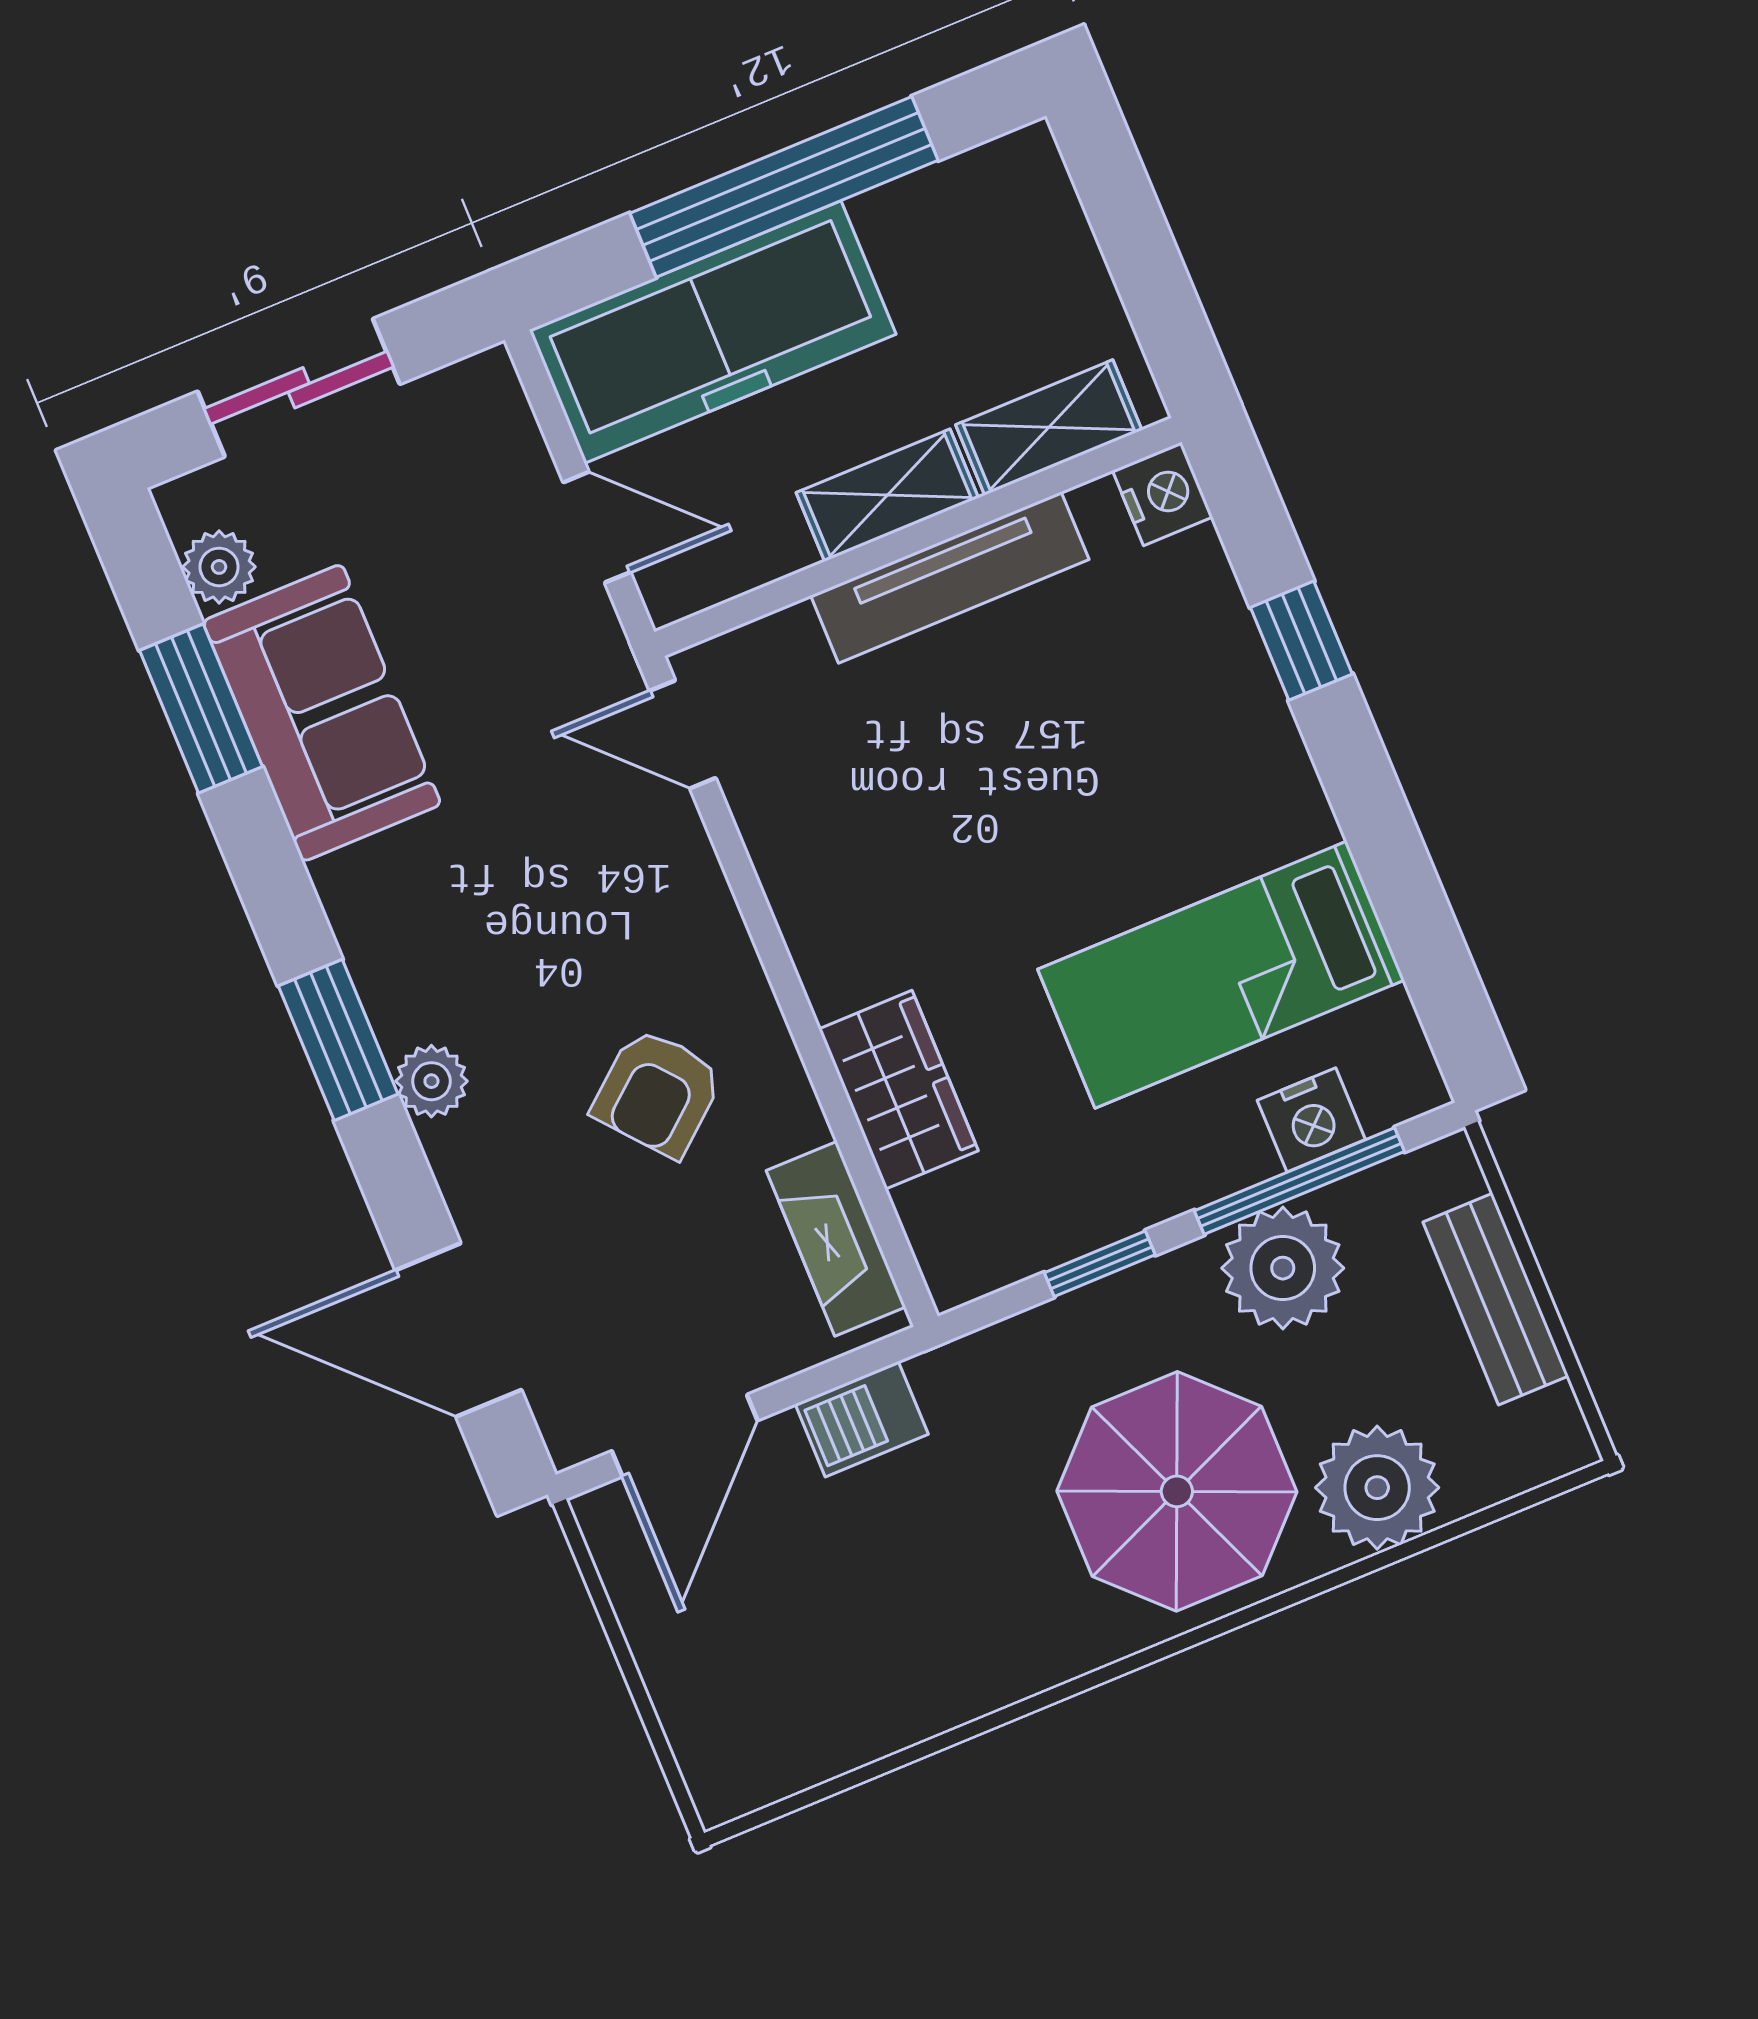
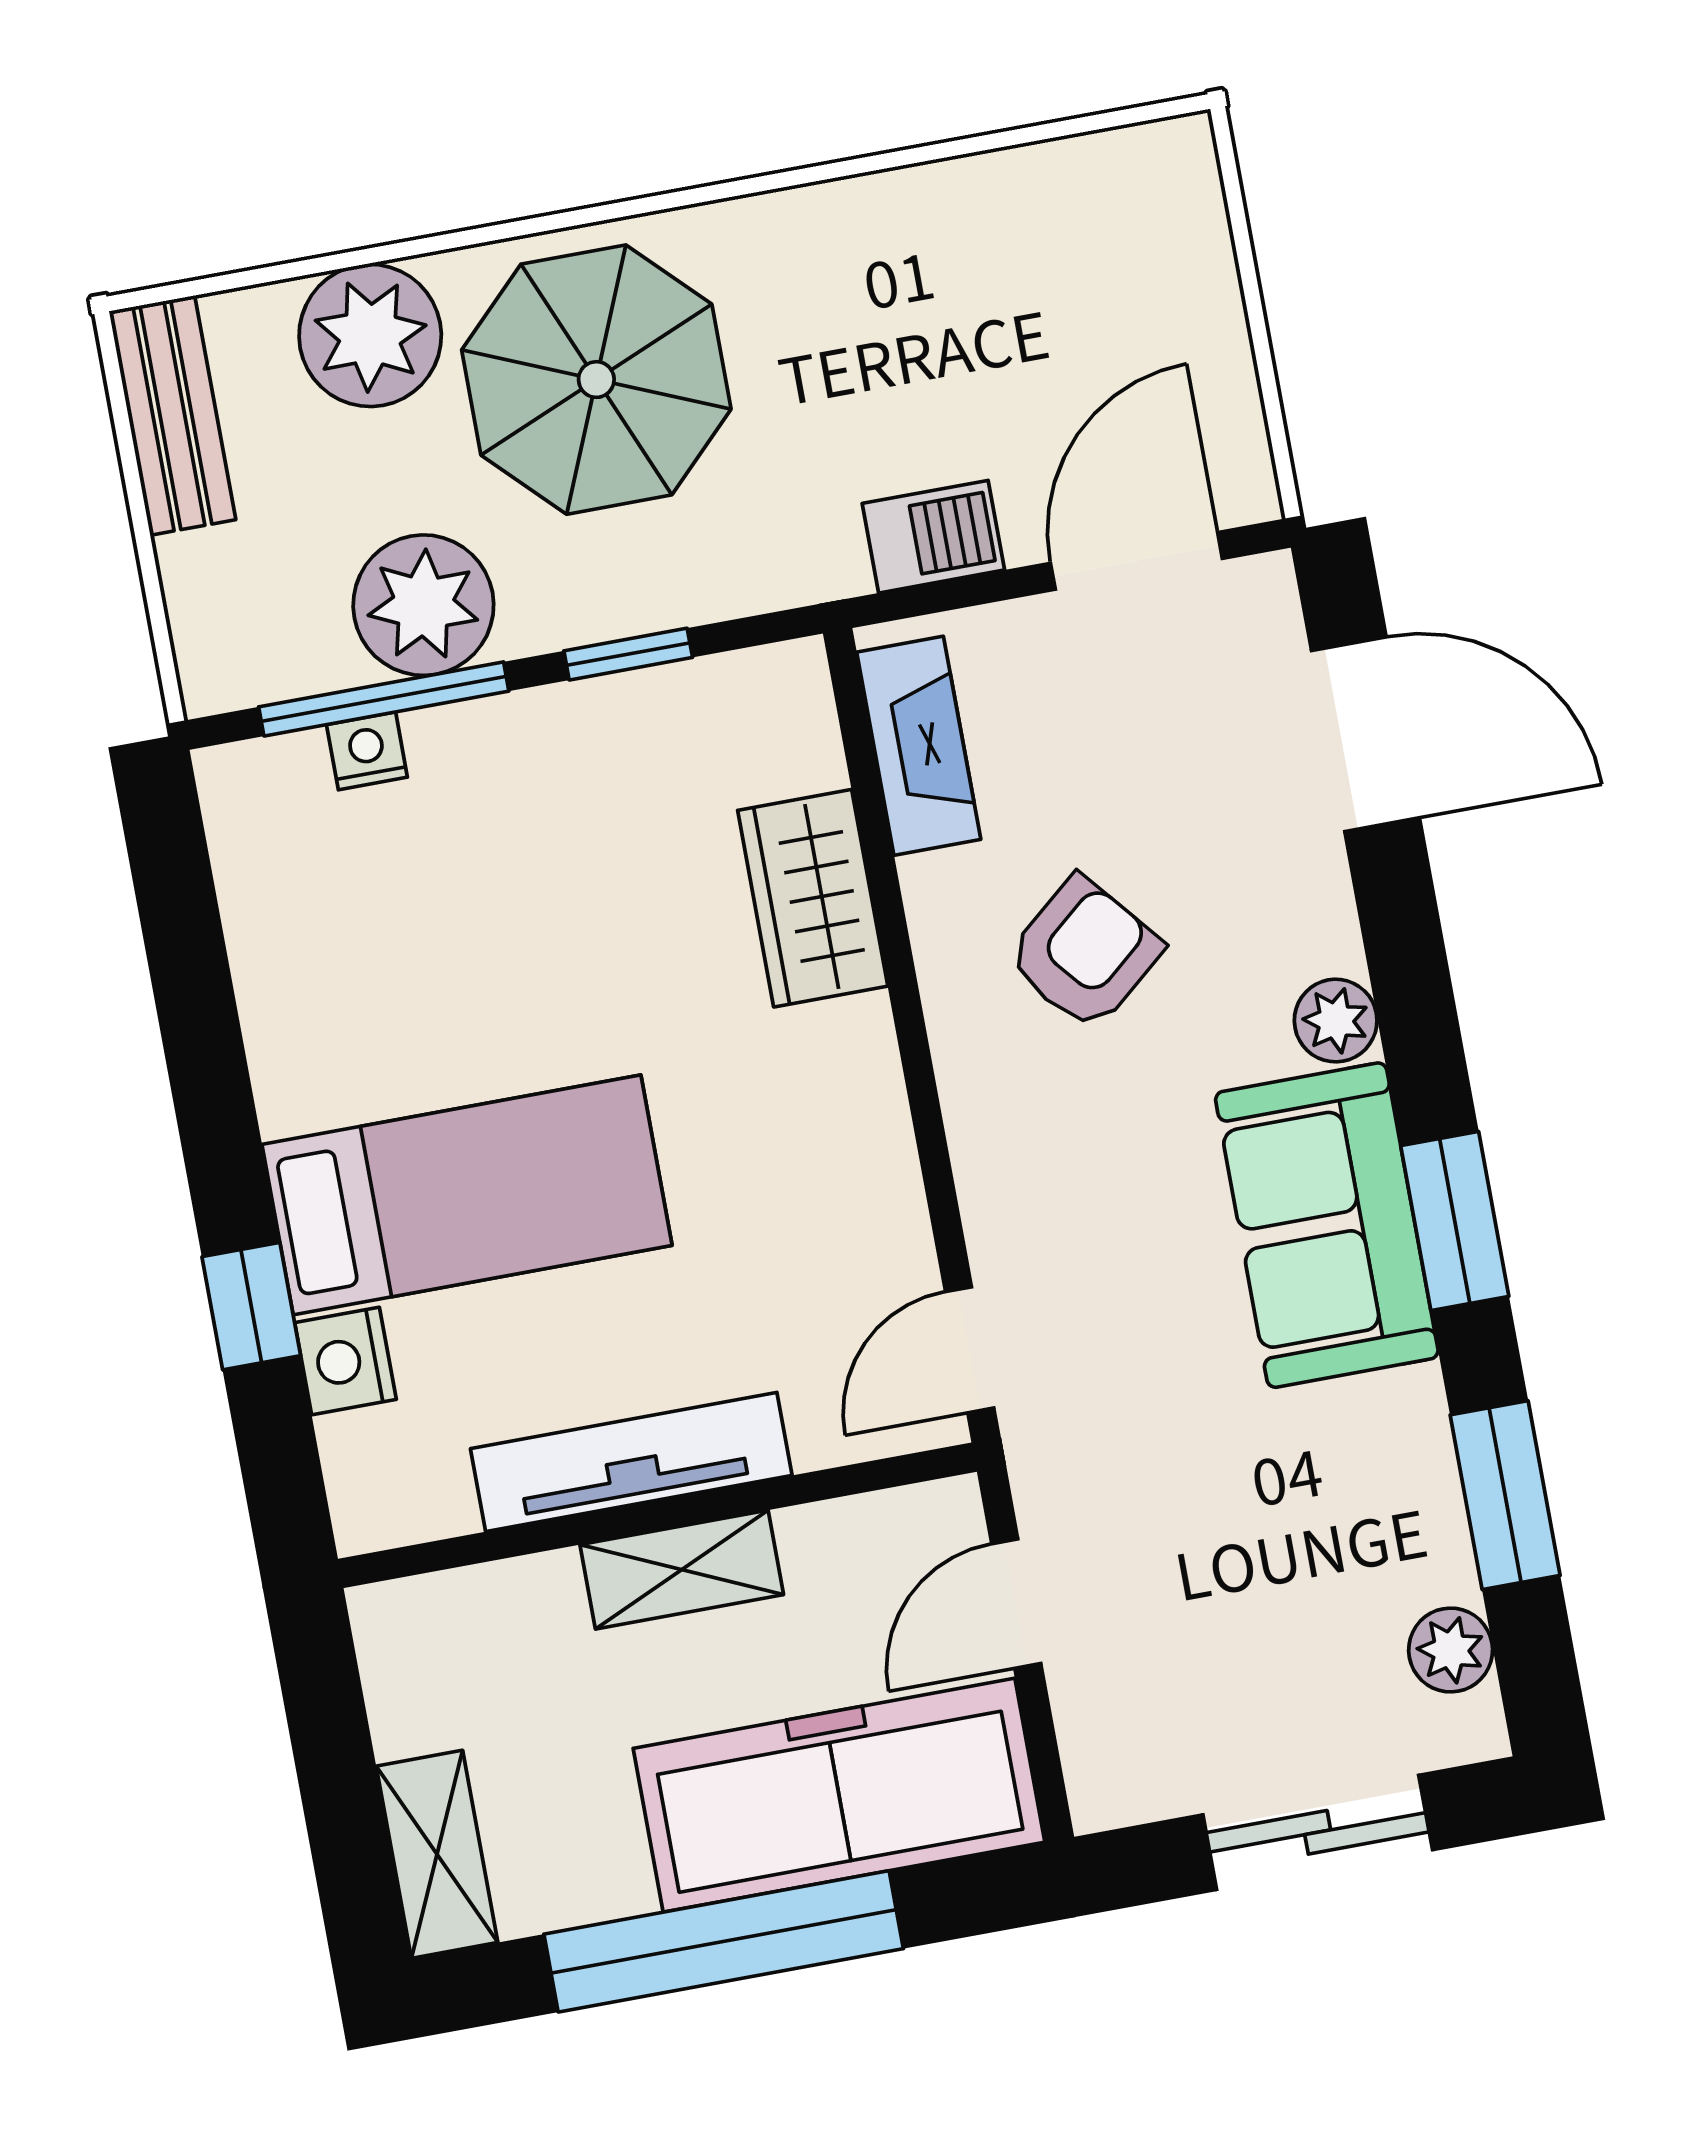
shelving: (1049, 427) -> (437, 1854), moved, turned 90
nightstand: (1163, 494) -> (346, 1361), moved
door: (597, 527) -> (1016, 1604), hinge flipped
sofa: (322, 713) -> (1327, 1225), moved
door: (683, 734) -> (970, 1350), swing flipped
bed: (1221, 975) -> (467, 1195), moved
window: (338, 1040) -> (1455, 1221), moved
nightstand: (1311, 1120) -> (367, 751), width x0.72, depth x0.74
bench: (1496, 1299) -> (172, 415), moved

